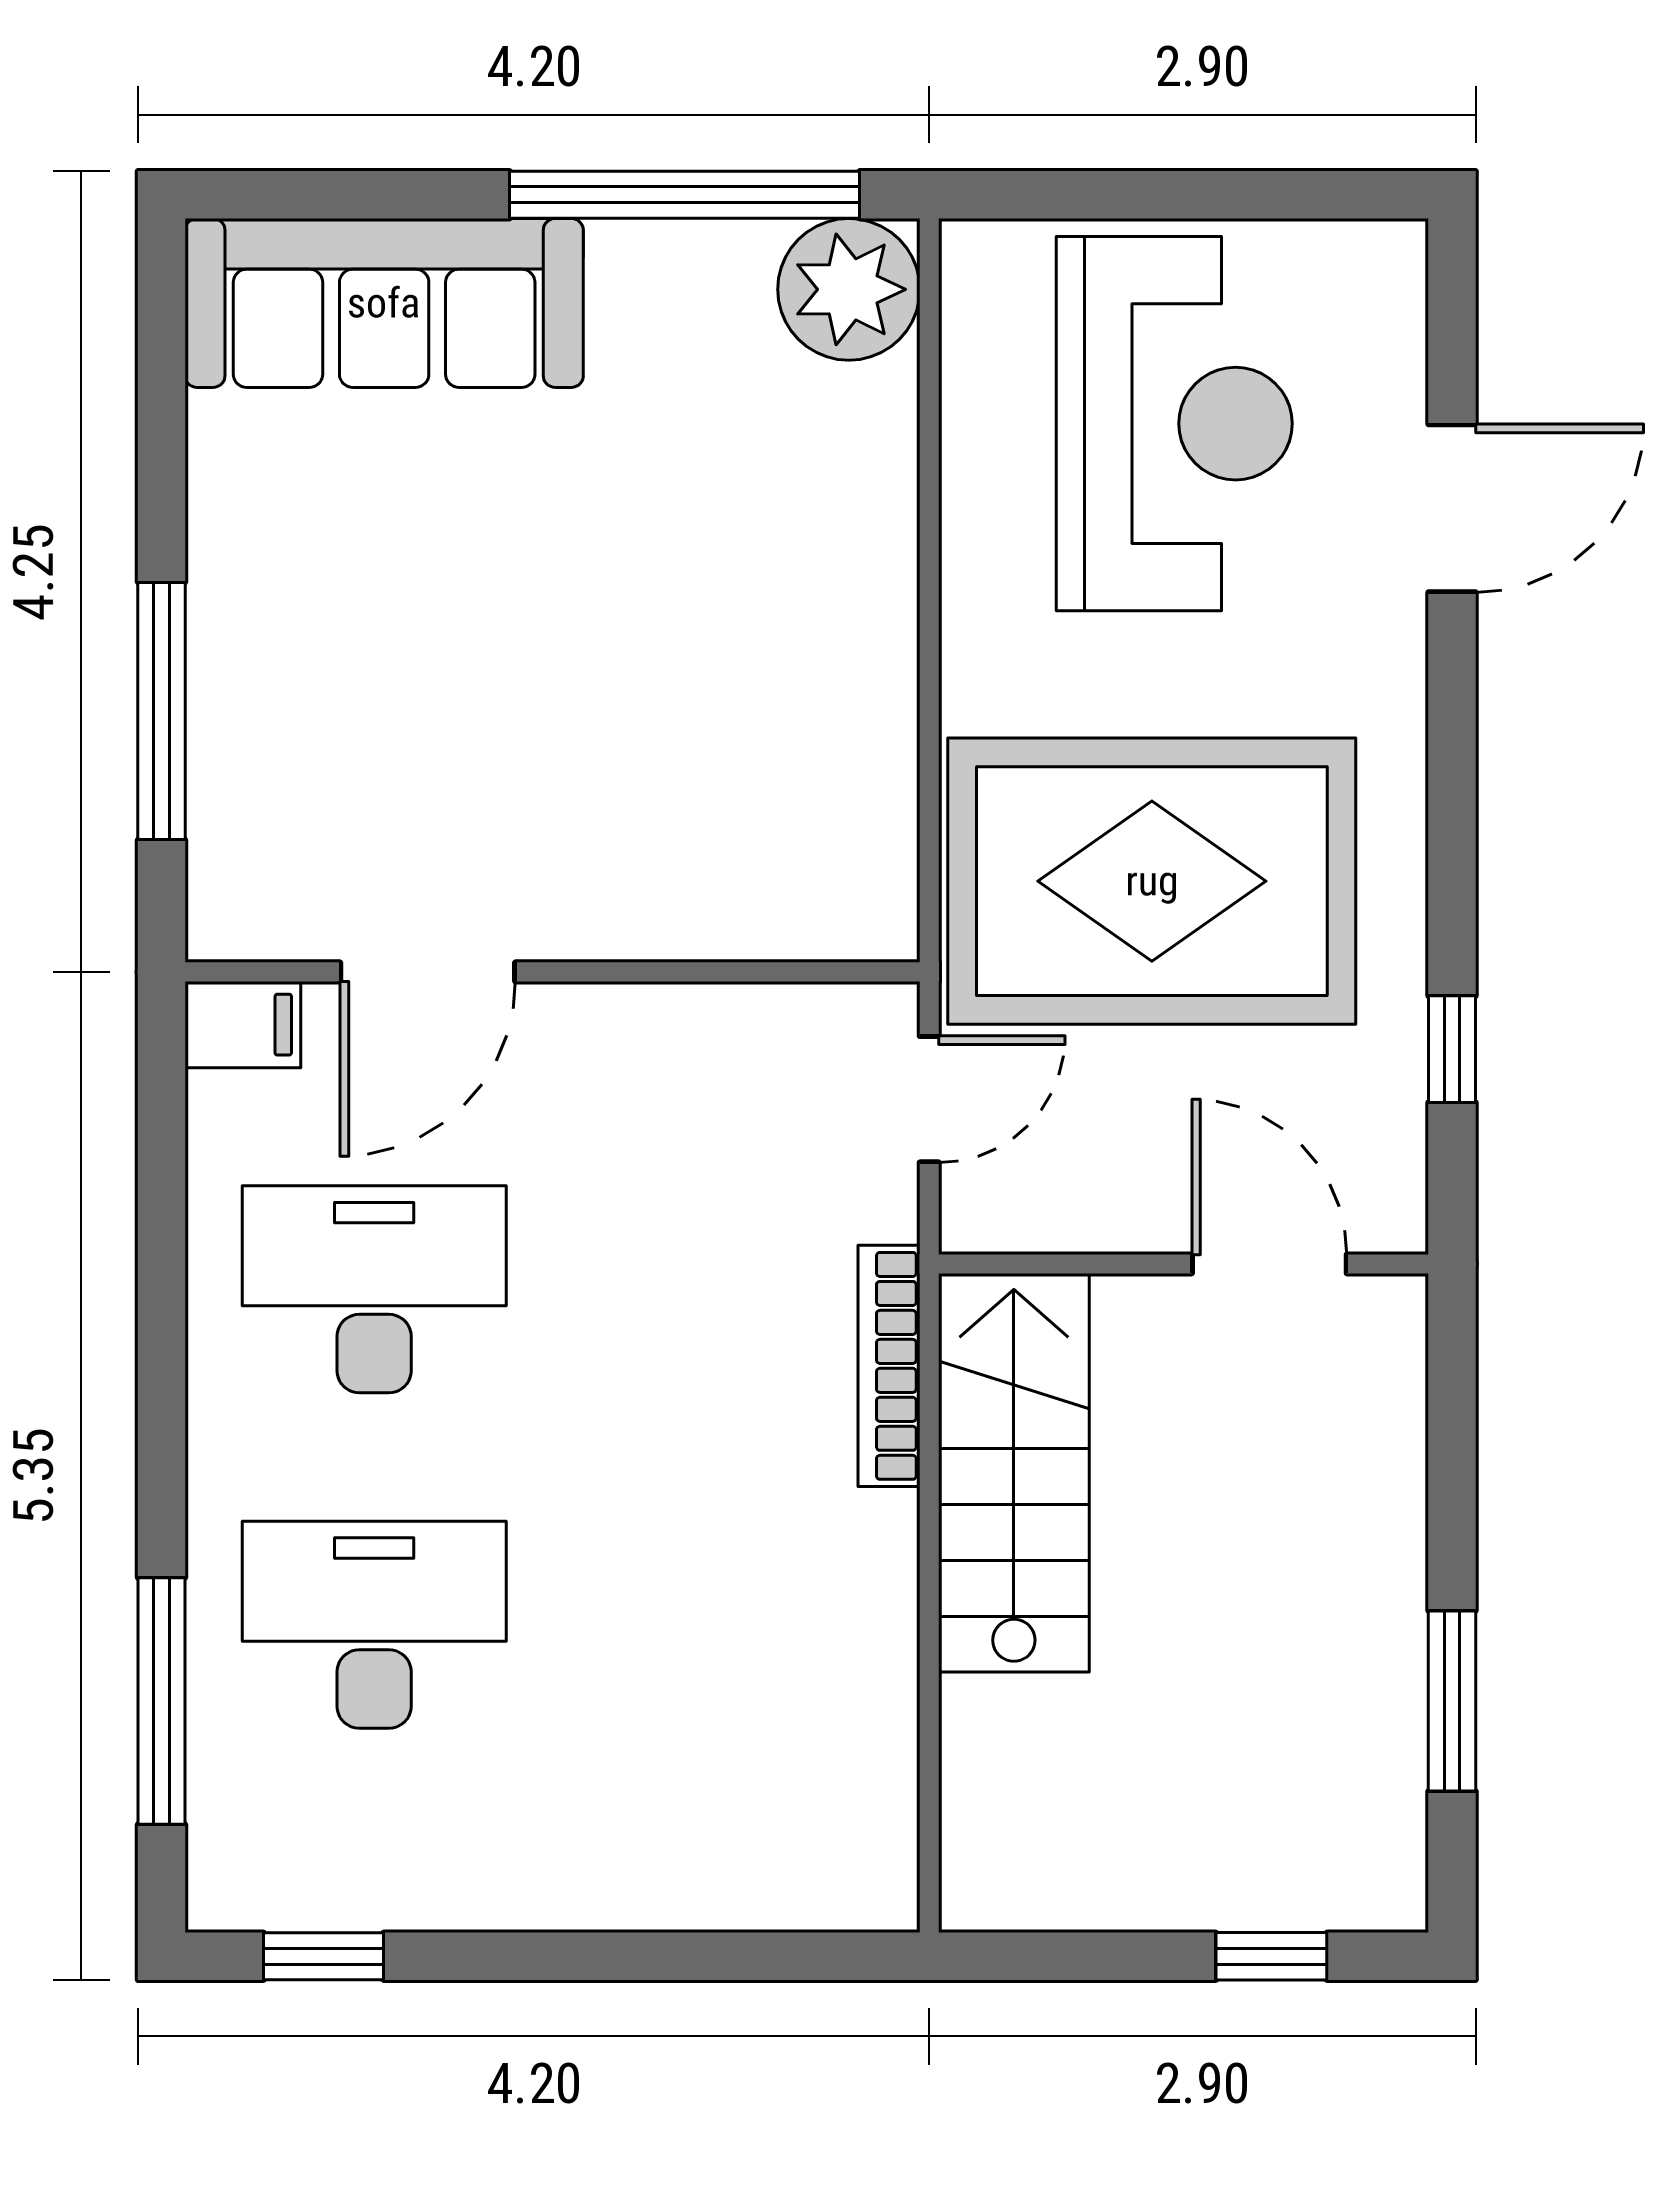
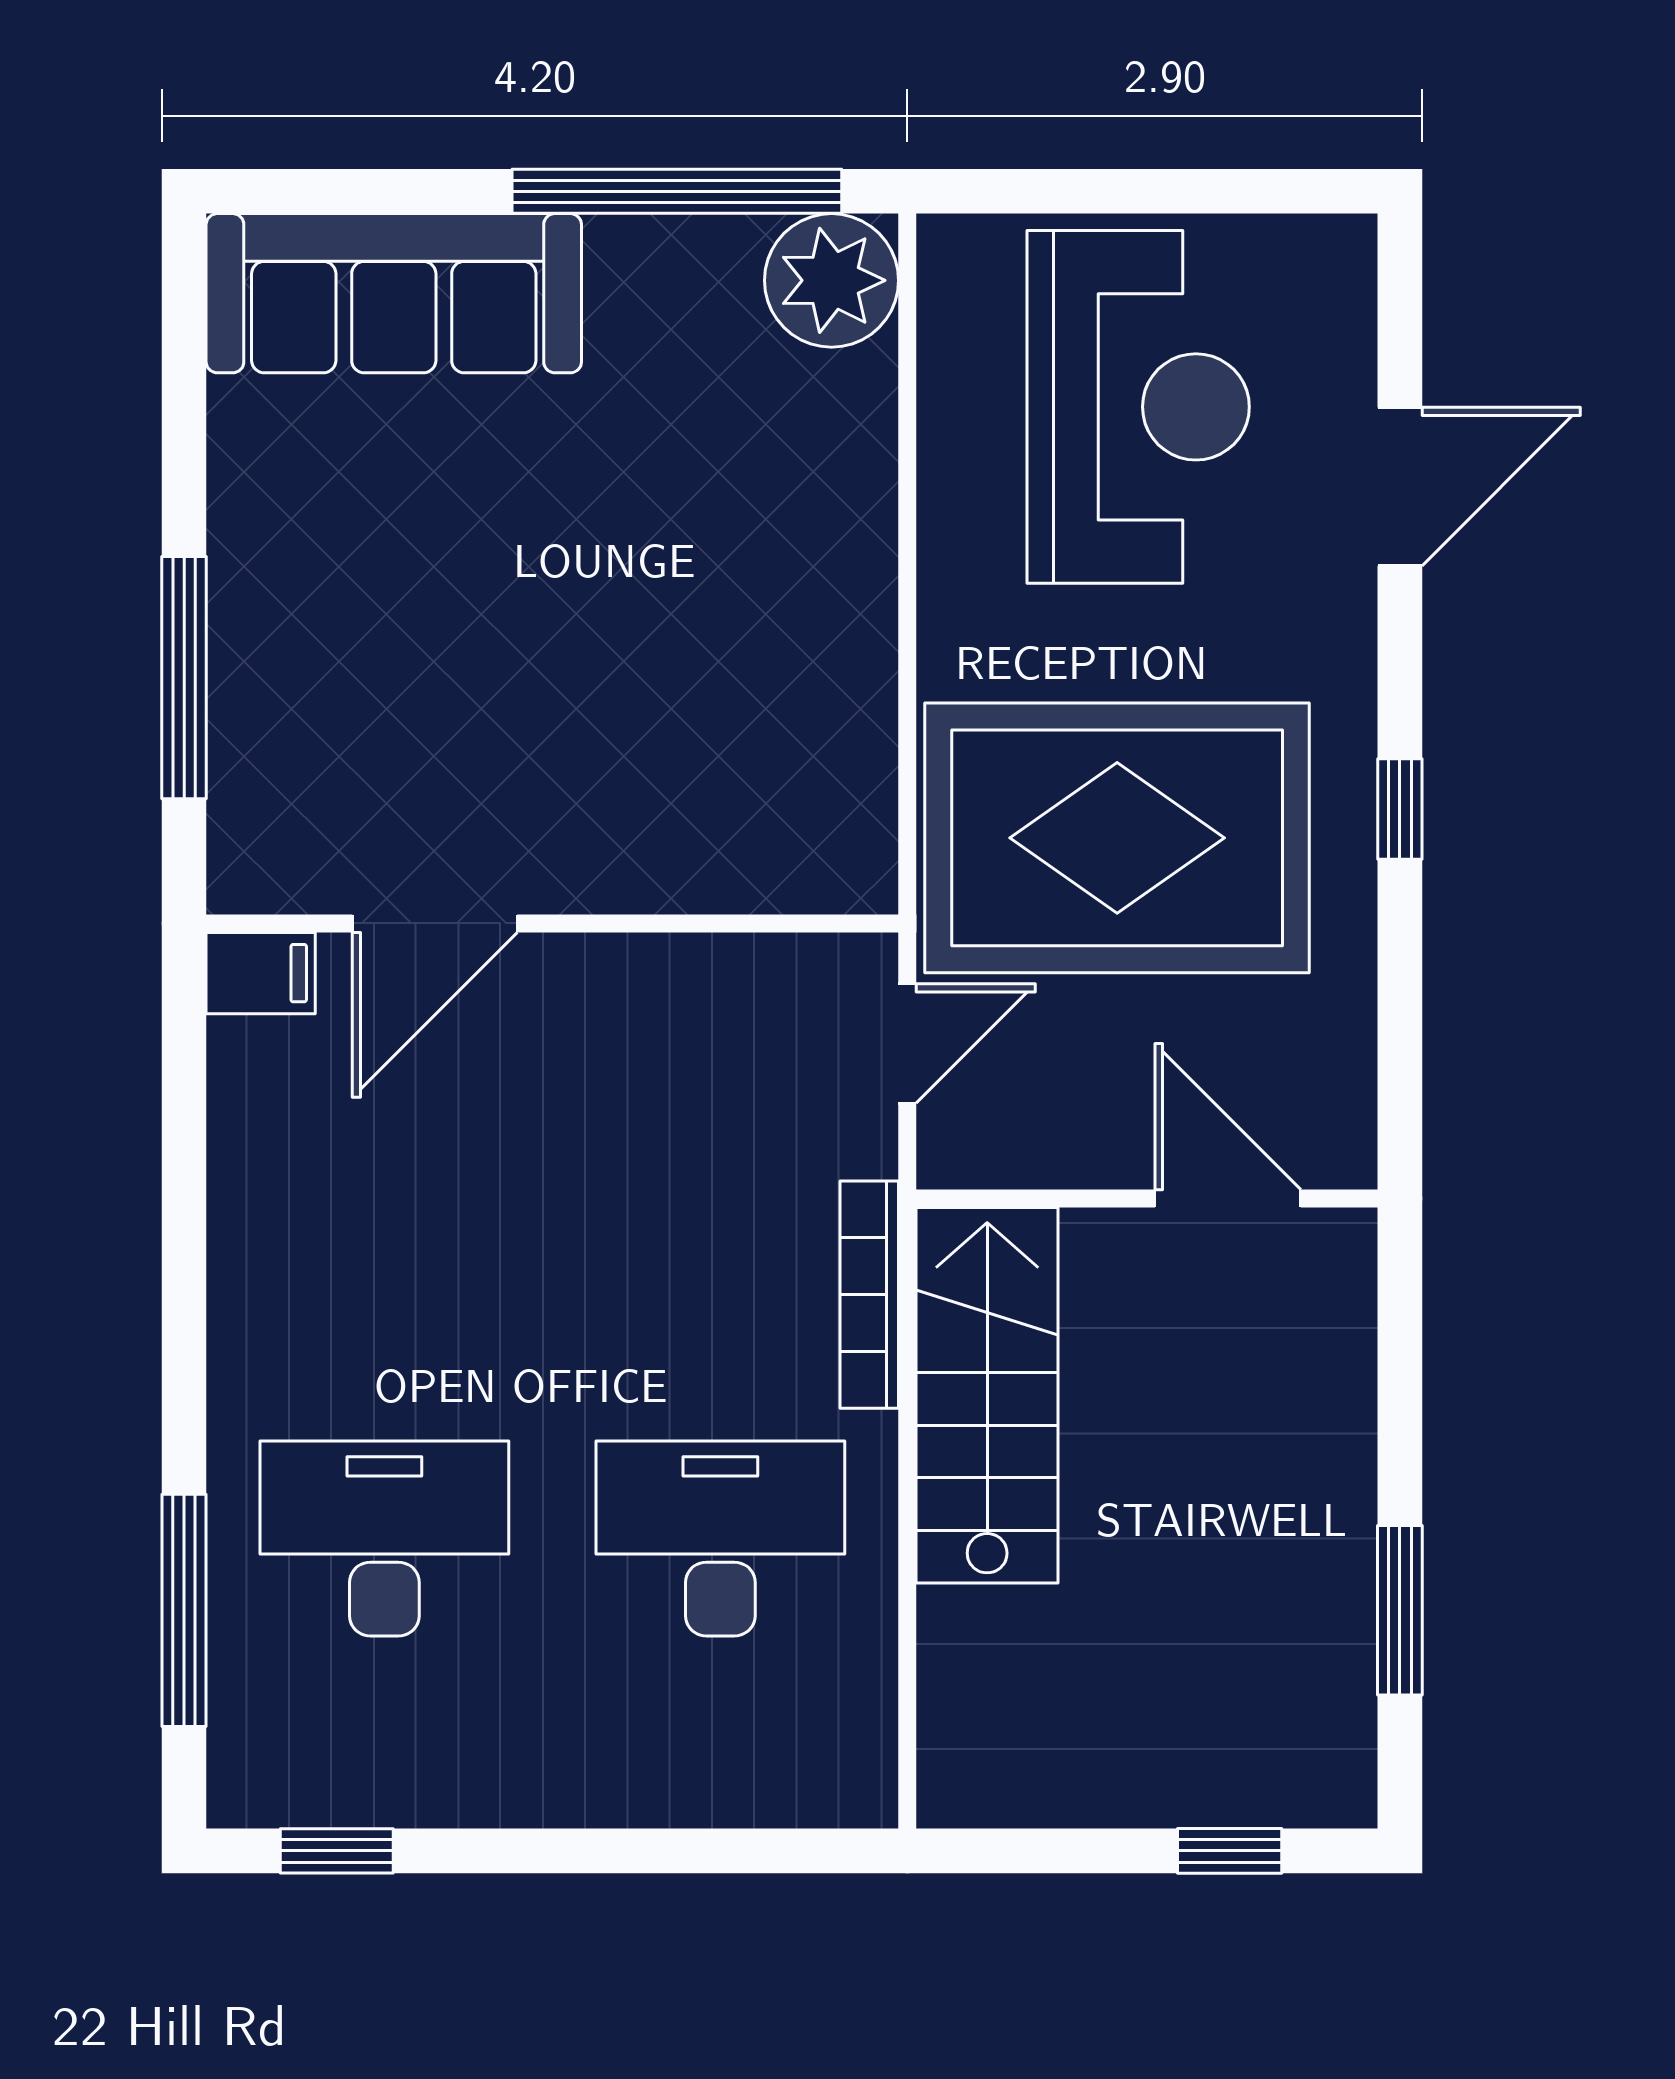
window: (1452, 1049) -> (1400, 809), moved
desk: (374, 1289) -> (720, 1539), moved

